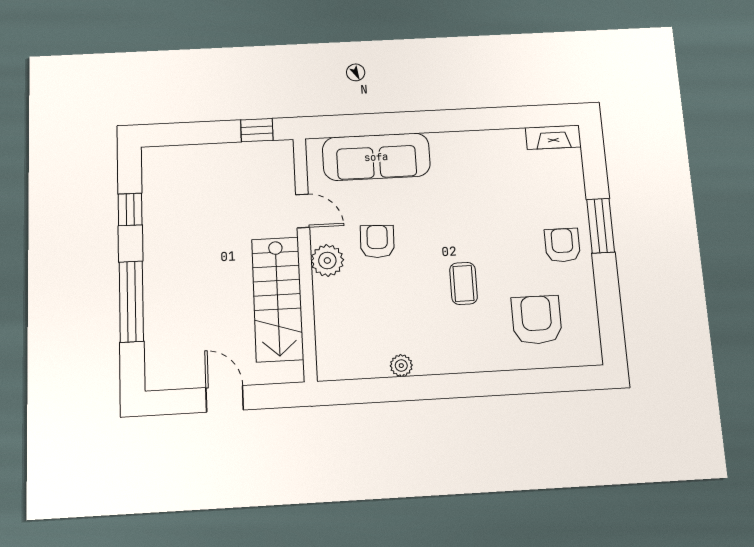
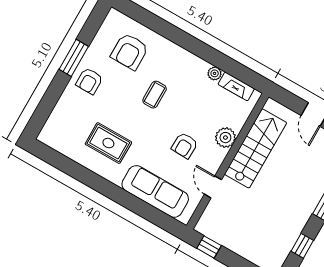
fireplace: (553, 137) -> (236, 86), moved, turned 180
rug: (481, 180) -> (108, 143), added
window: (601, 226) -> (74, 58), moved
plant: (327, 260) -> (225, 138), moved

